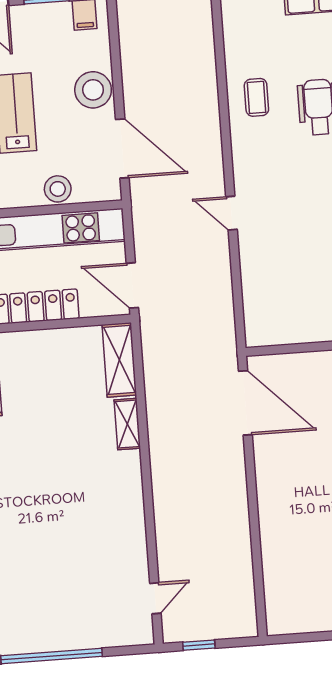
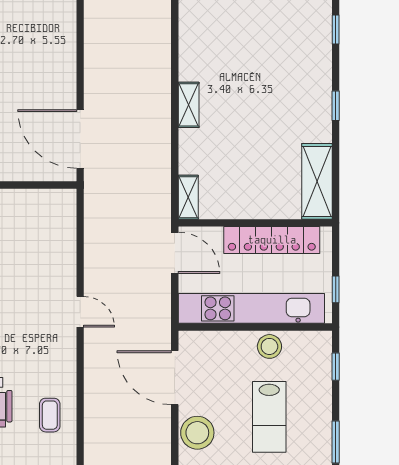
stool: (58, 189) -> (269, 346), moved
shelving: (119, 360) -> (188, 197), width x0.67, depth x0.75
shelving: (127, 424) -> (189, 105), moved

